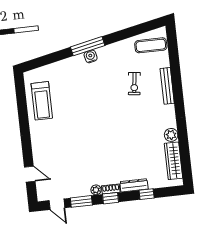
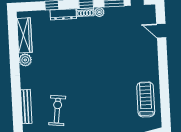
exercise bike: (134, 84) -> (57, 111), width x1.38, depth x1.39

